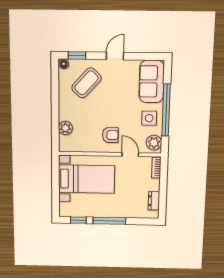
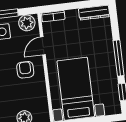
dresser: (154, 201) -> (94, 13), width x1.44

